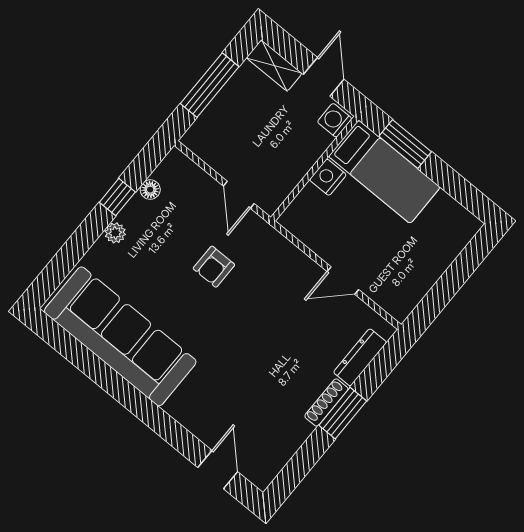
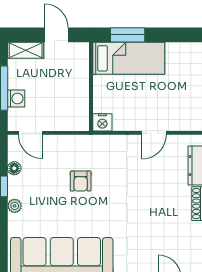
washing machine: (335, 120) -> (16, 99), moved, turned 180
nightstand: (328, 177) -> (102, 122), moved, turned -90
door: (239, 195) -> (30, 133), moved

